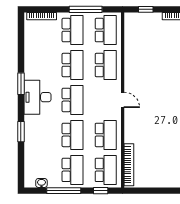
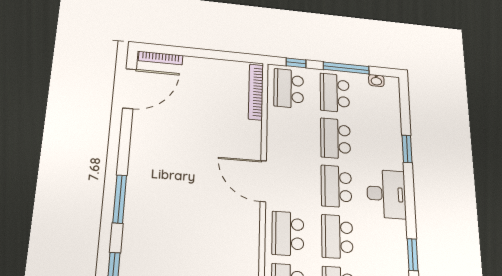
window: (21, 84) -> (413, 255), moved
door: (123, 100) -> (263, 181), width x1.88
school desk: (106, 135) -> (288, 135), removed

